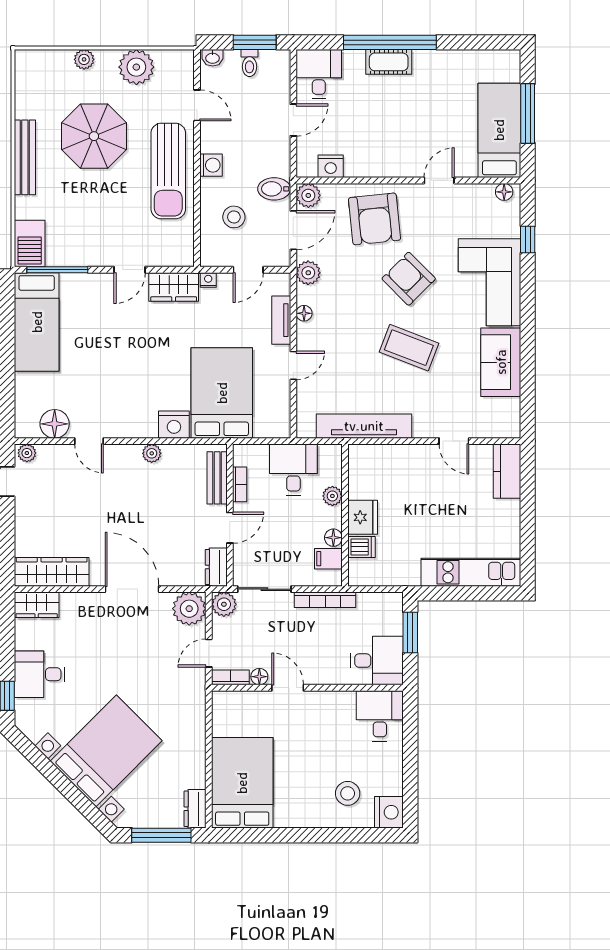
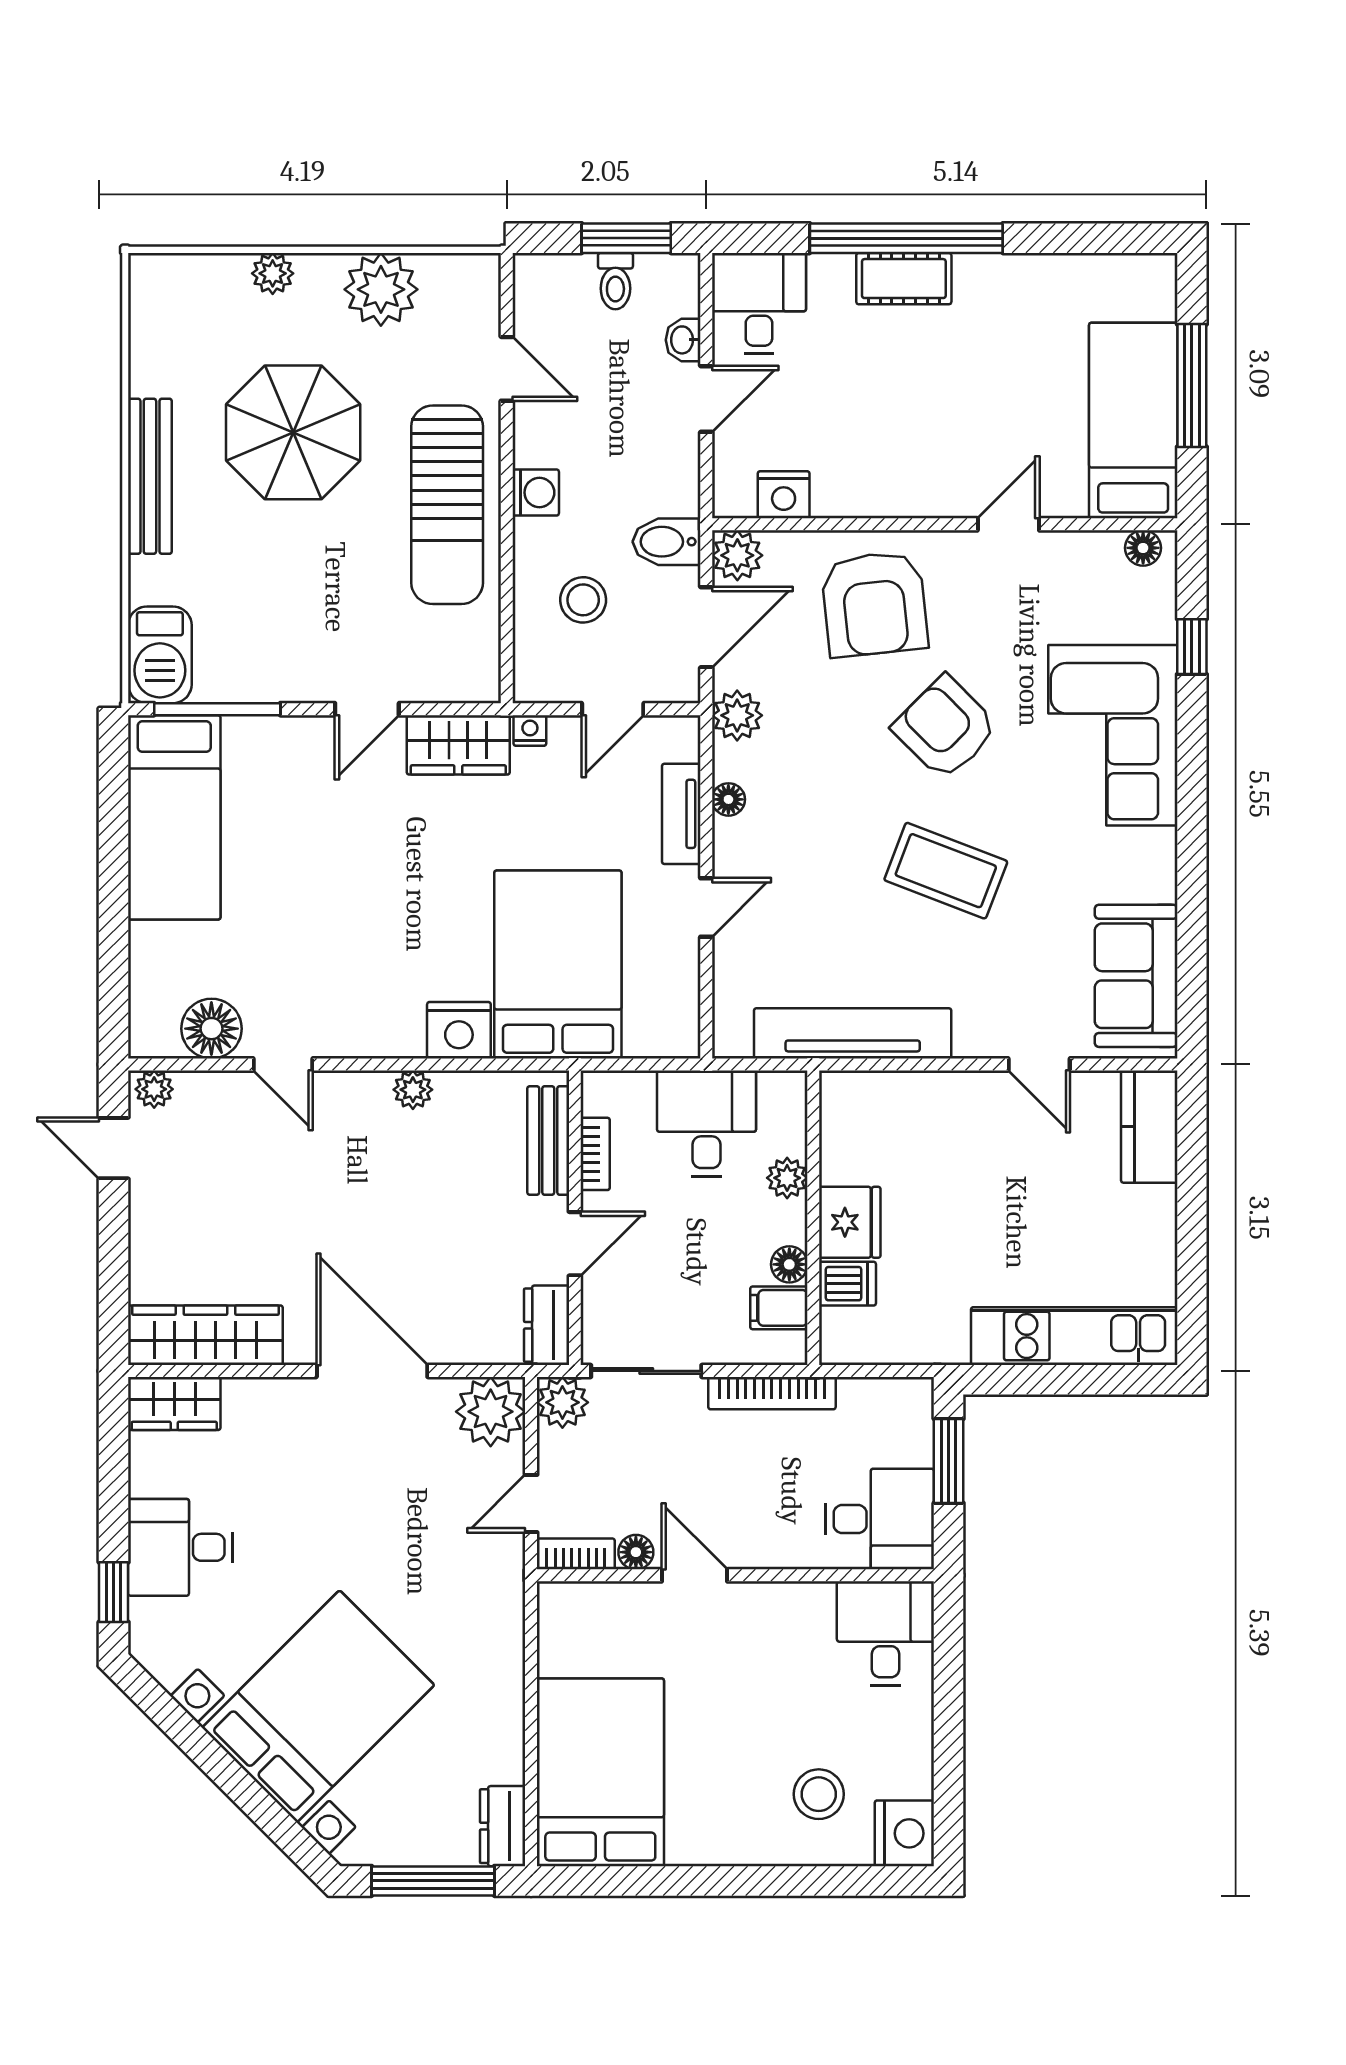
washbasin: (213, 58) -> (683, 340), moved, turned 90
sofa: (501, 362) -> (1136, 976), moved

